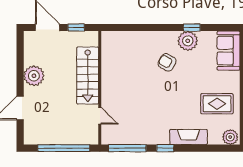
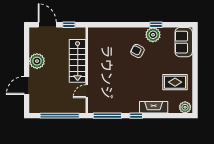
door: (100, 116) -> (87, 91), swing flipped

